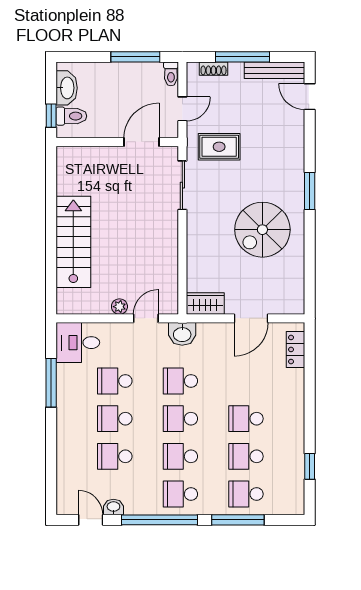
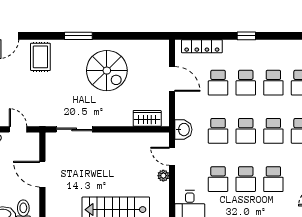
door: (141, 142) -> (42, 174), moved
rug: (219, 147) -> (40, 57), moved
wardrobe: (205, 303) -> (147, 118), moved, turned 90
locker: (296, 349) -> (202, 46), width x1.53
school desk: (246, 381) -> (218, 83), added
window: (310, 466) -> (246, 36), moved

